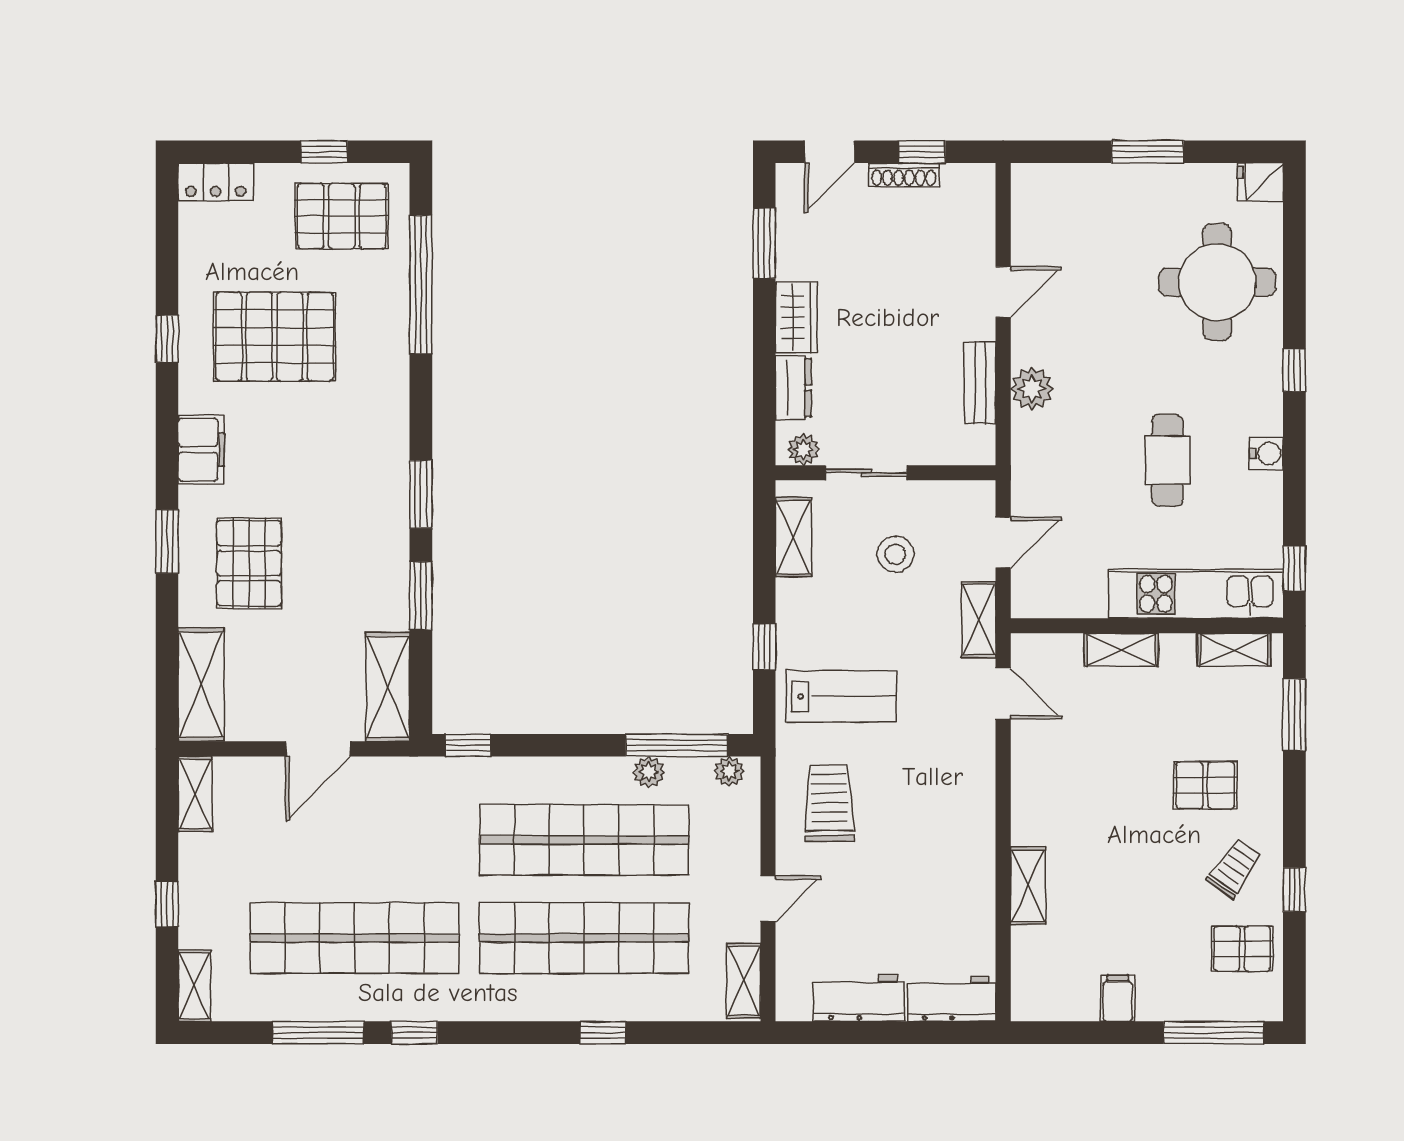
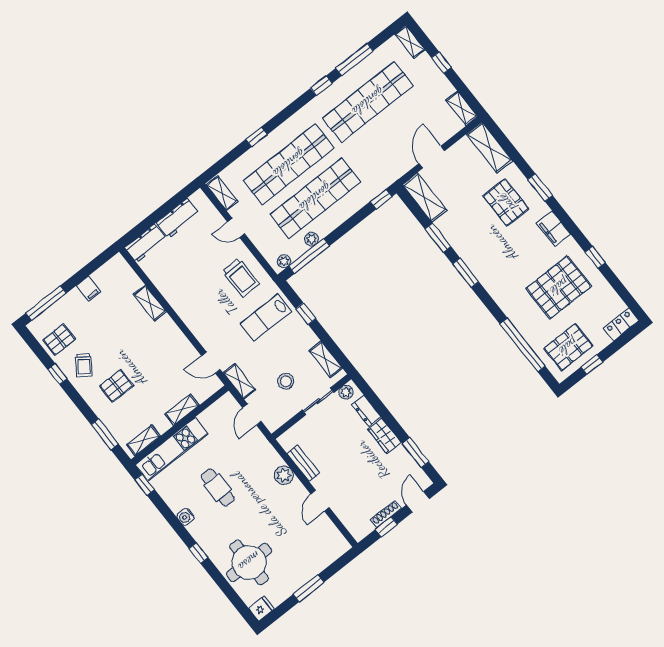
door: (768, 899) -> (236, 228), hinge flipped

